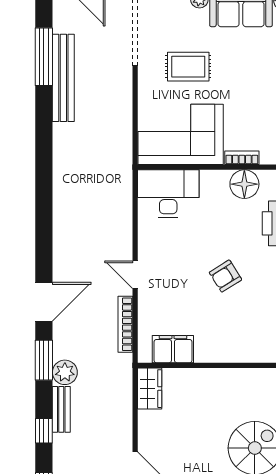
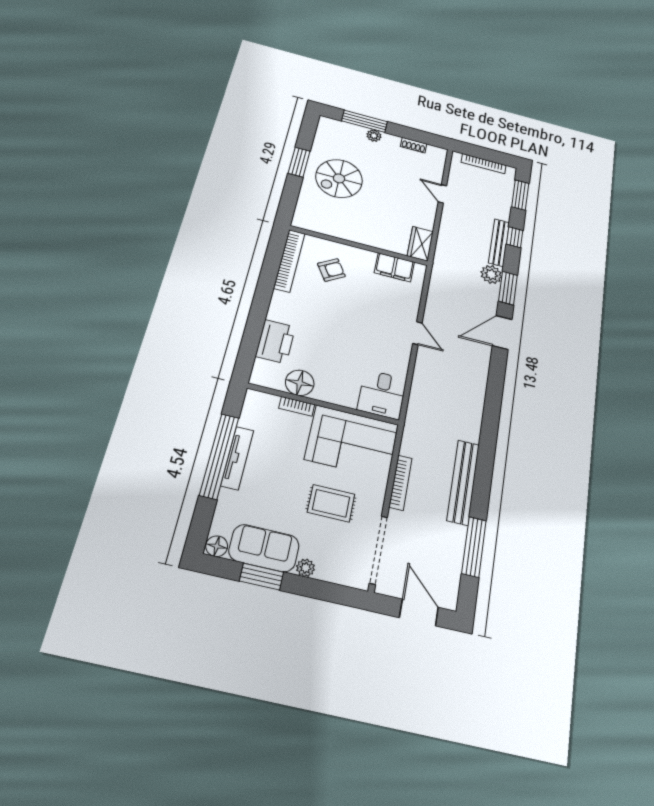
bench: (63, 78) -> (463, 482), moved
desk: (168, 194) -> (382, 394), width x0.73
armchair: (225, 276) -> (331, 270), moved
bookcase: (125, 324) -> (401, 483), moved
bench: (61, 409) -> (499, 243), width x1.36

